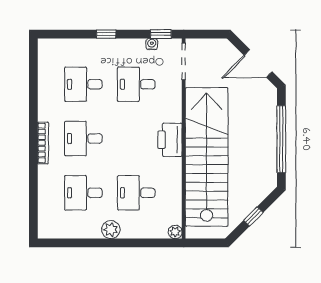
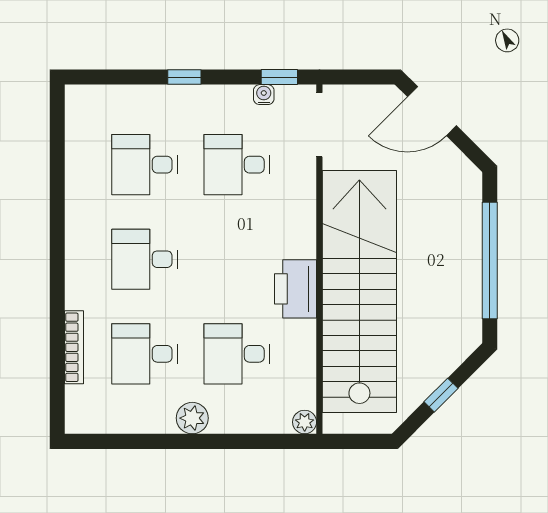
door: (258, 64) -> (432, 111), moved
printer: (170, 140) -> (295, 289), moved
bookcase: (43, 143) -> (74, 347), moved

